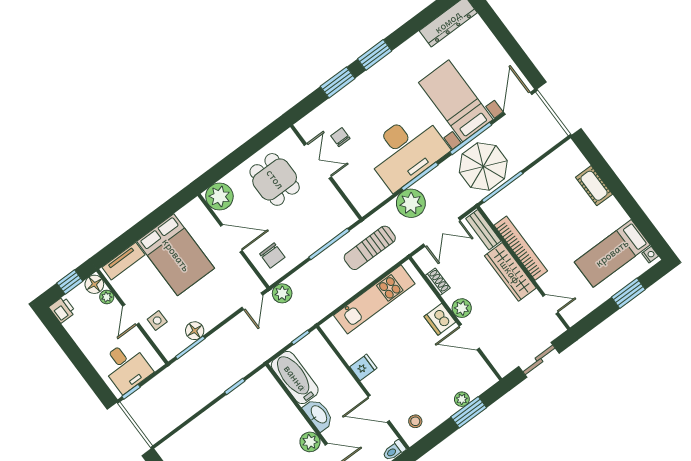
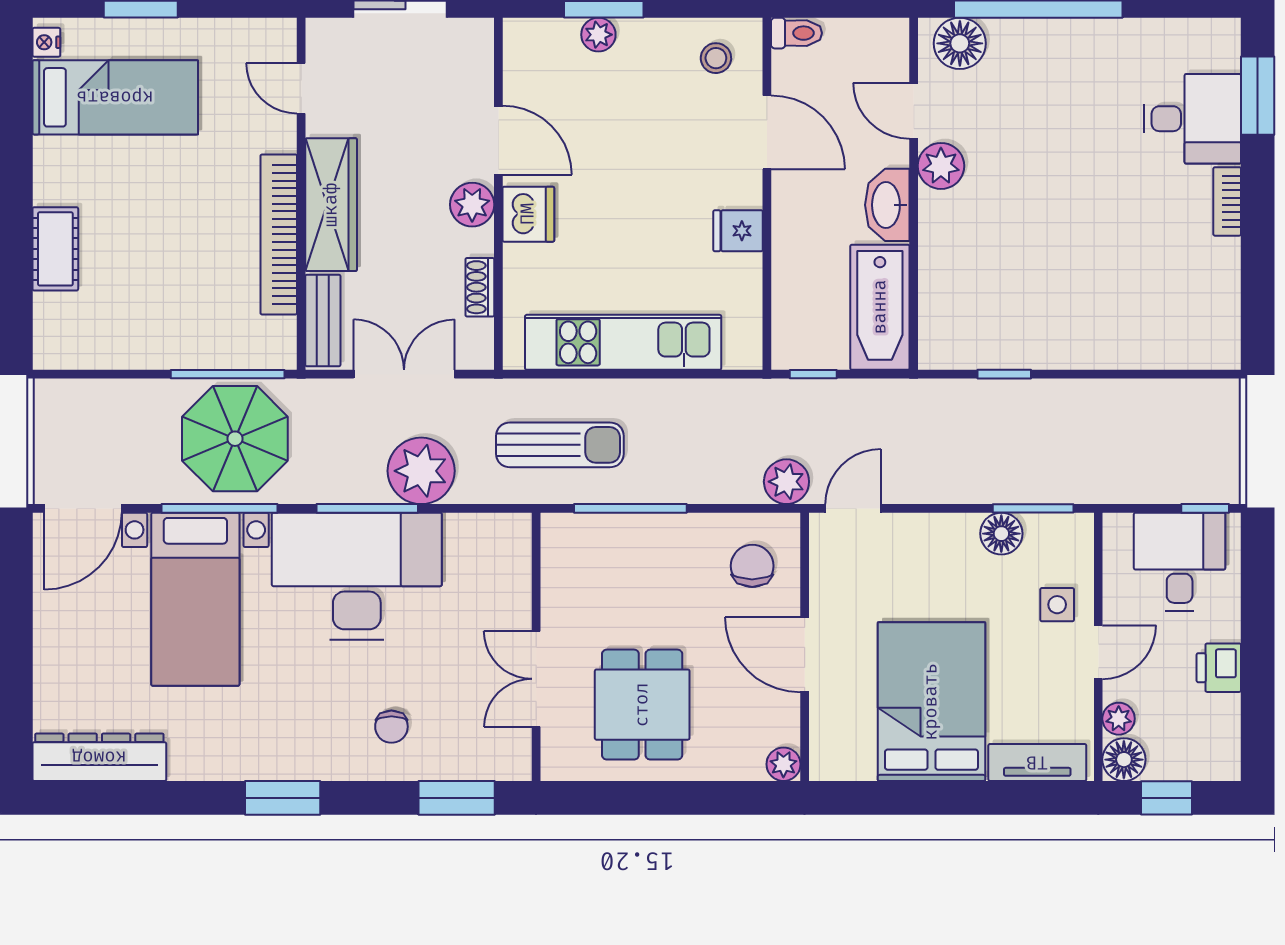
window: (338, 82) -> (457, 798), moved
chair: (340, 137) -> (391, 727), moved
plant: (219, 196) -> (783, 764), width x0.53, depth x0.53
printer: (62, 310) -> (1219, 668), moved

